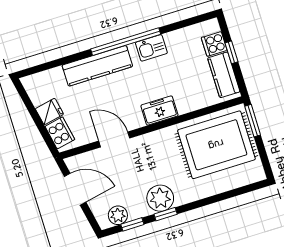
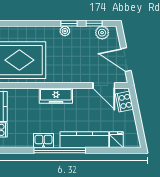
fridge: (49, 111) -> (116, 140), moved, turned 101
freezer: (159, 111) -> (56, 96), width x1.40
door: (114, 139) -> (104, 86), moved
plant: (160, 198) -> (65, 31), width x0.53, depth x0.53

